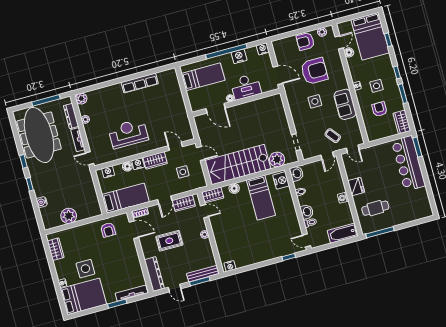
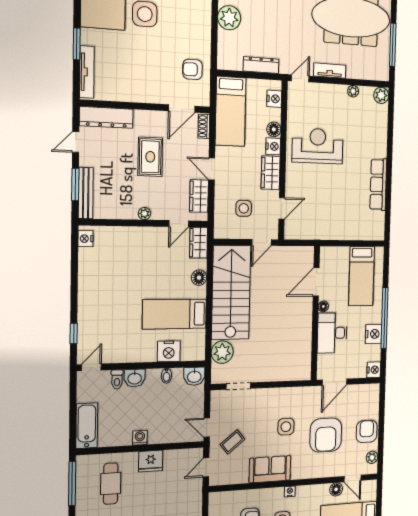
dresser: (71, 116) -> (261, 65), moved
reception desk: (128, 134) -> (318, 146), turned -90
nightstand: (281, 180) -> (169, 351), moved

